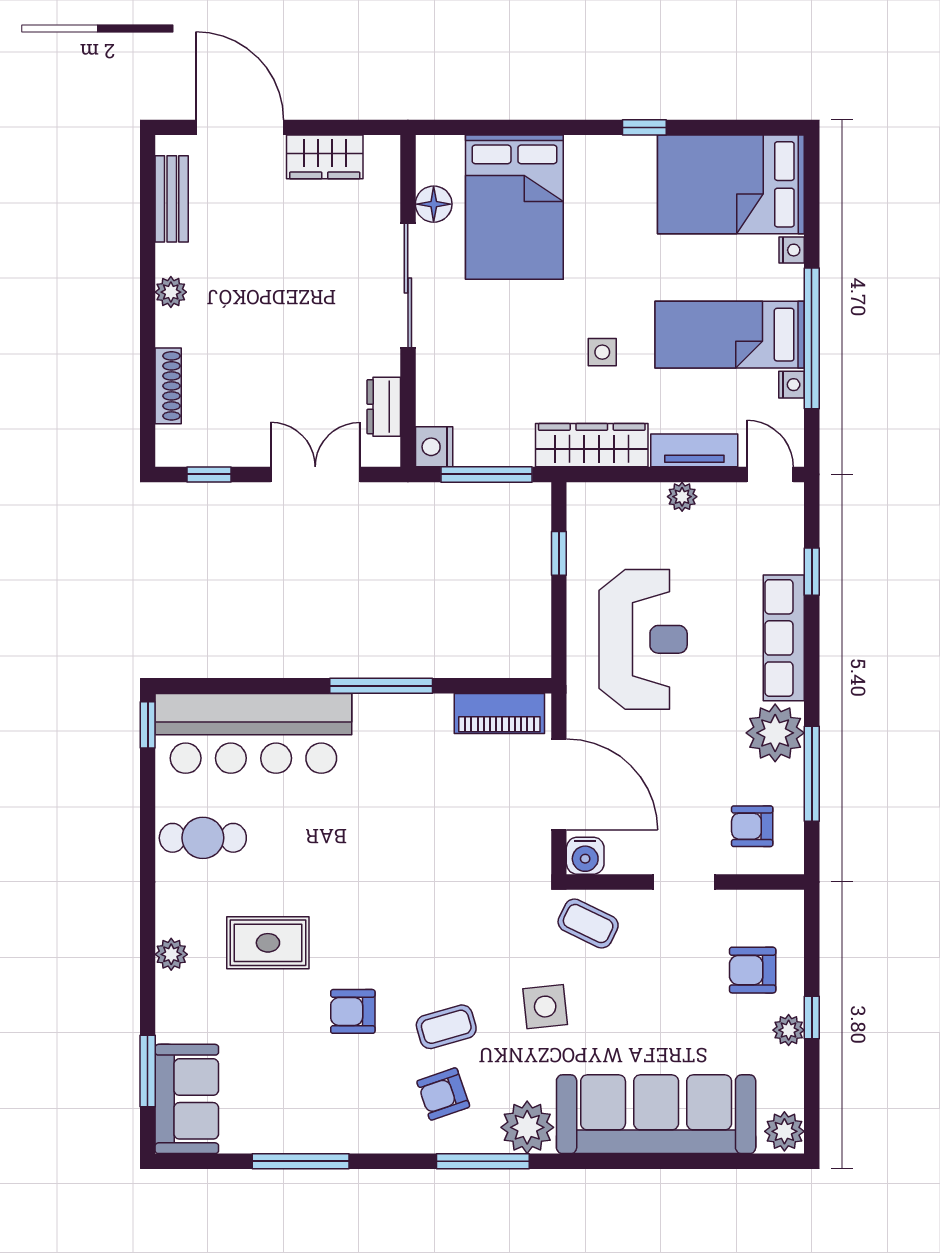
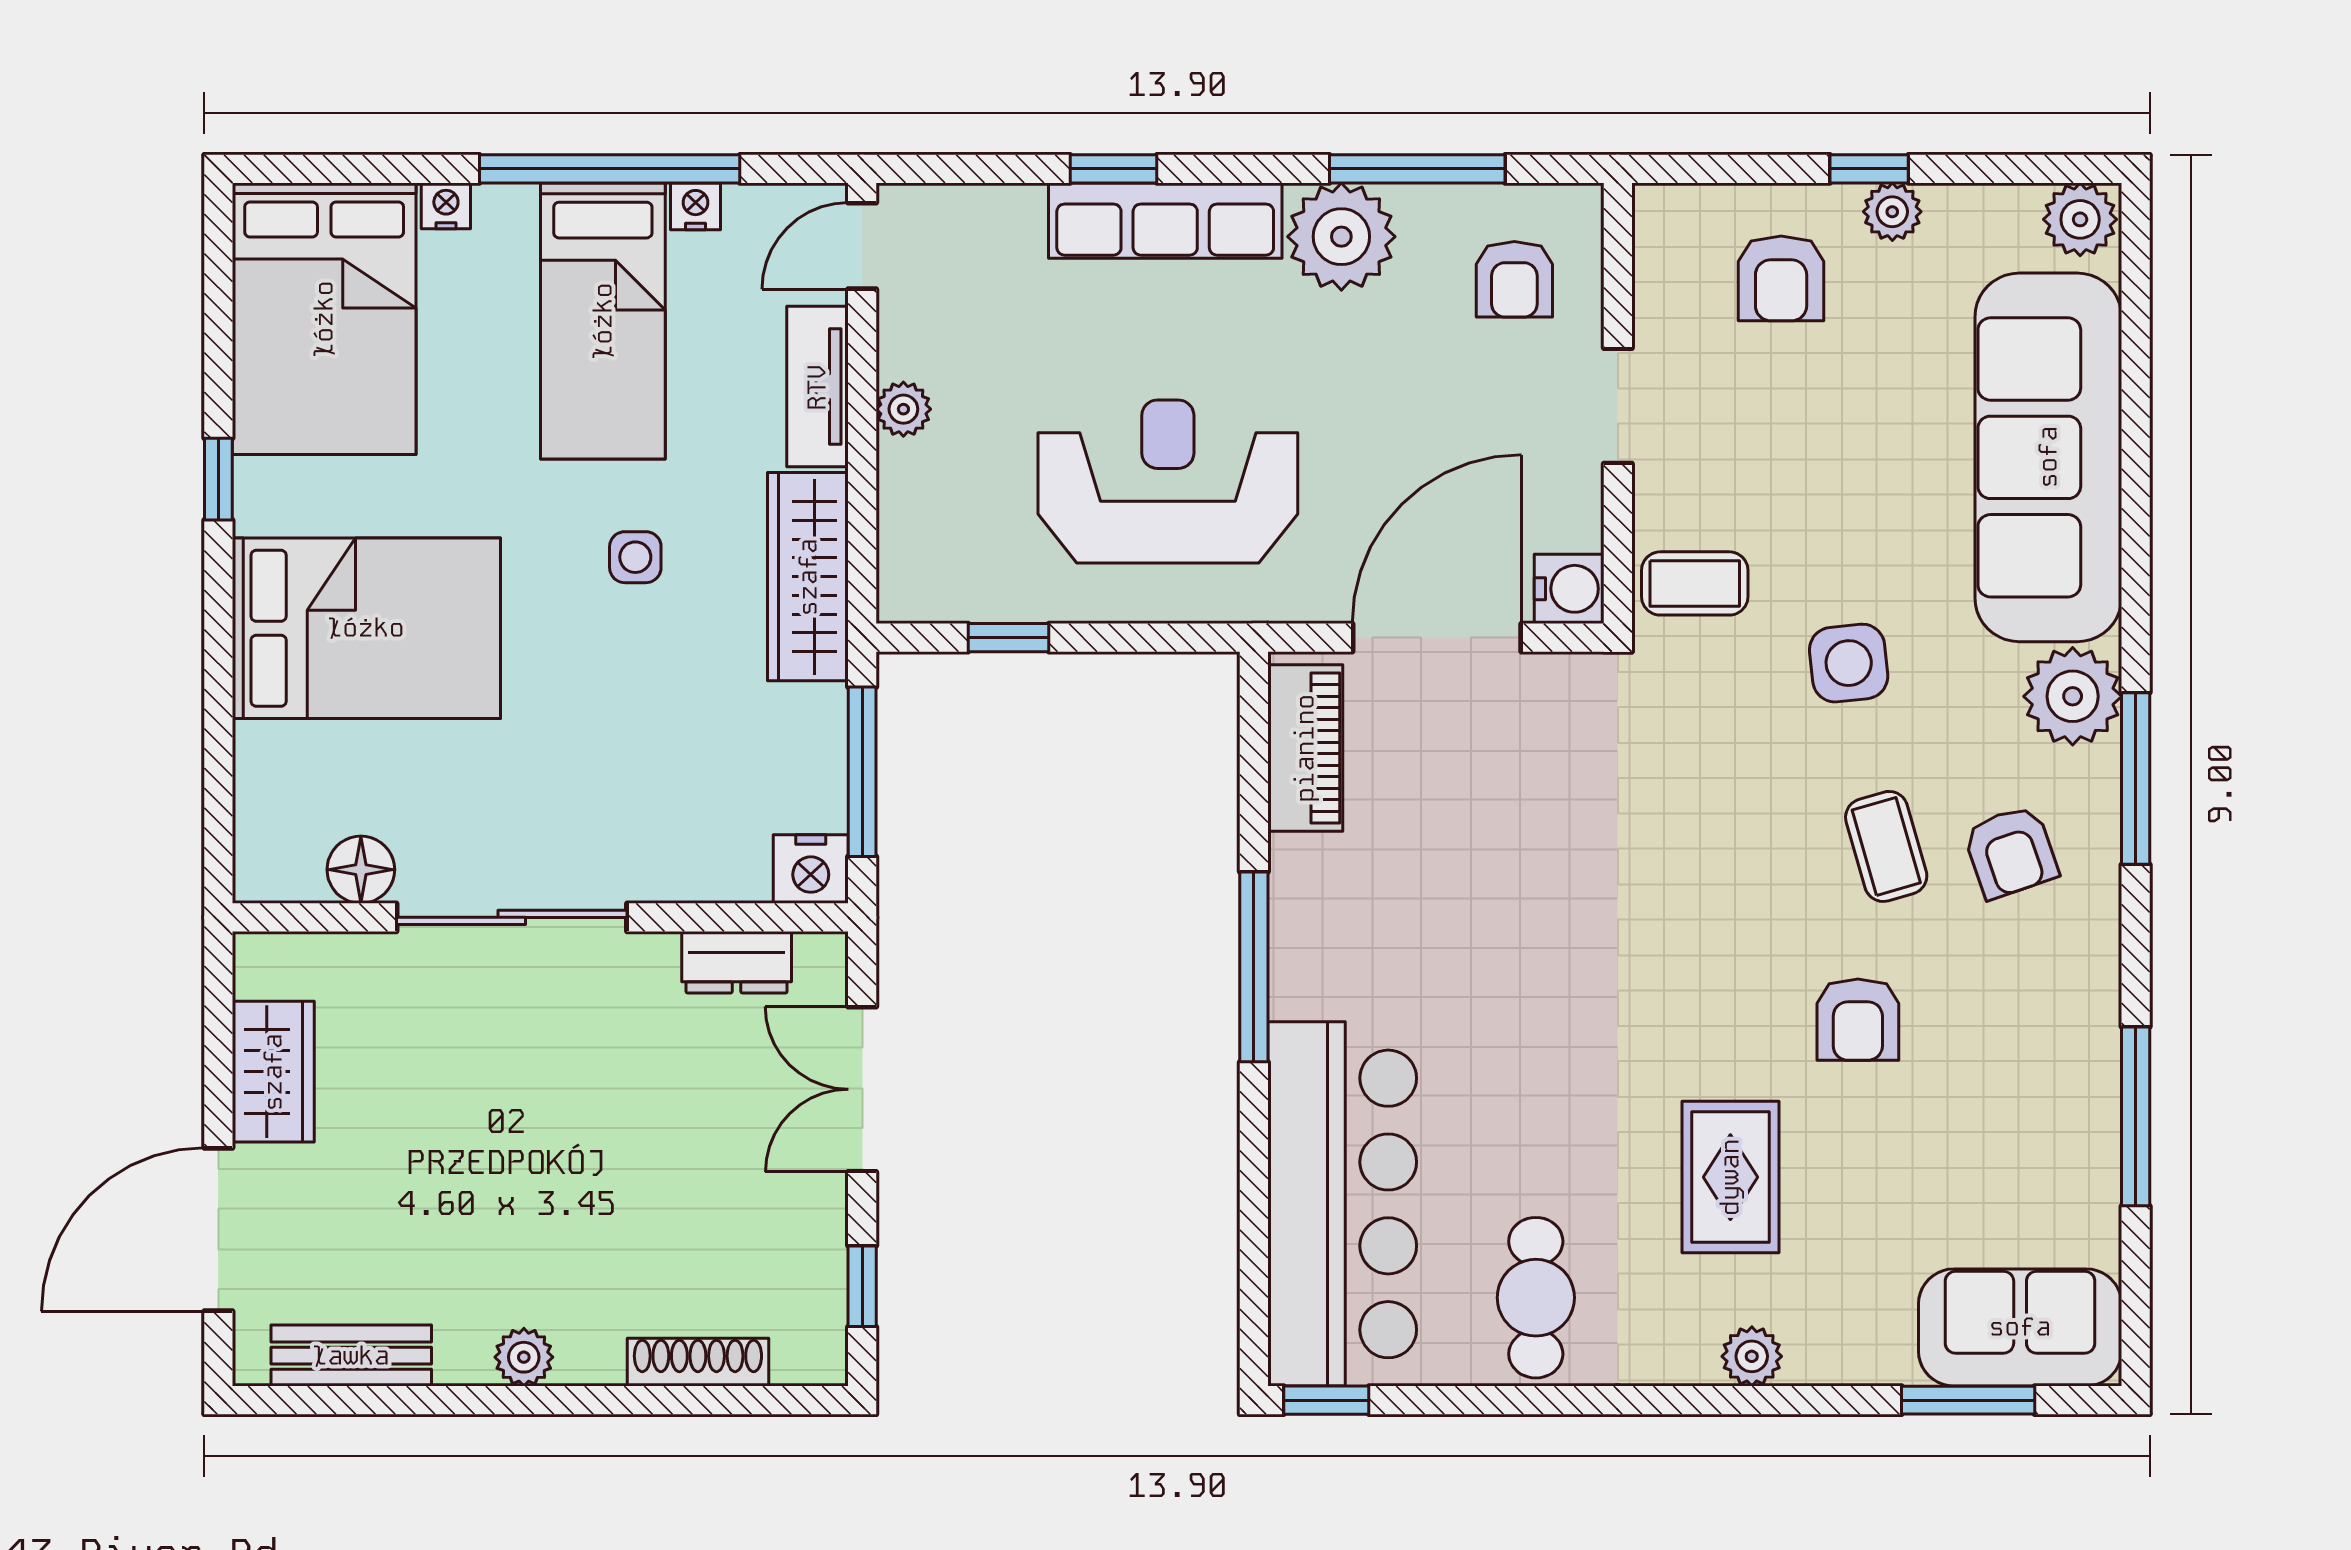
bed: (514, 207) -> (366, 628), moved
window: (812, 572) -> (1114, 169), moved
coffee table: (588, 924) -> (1695, 583), turned 64

